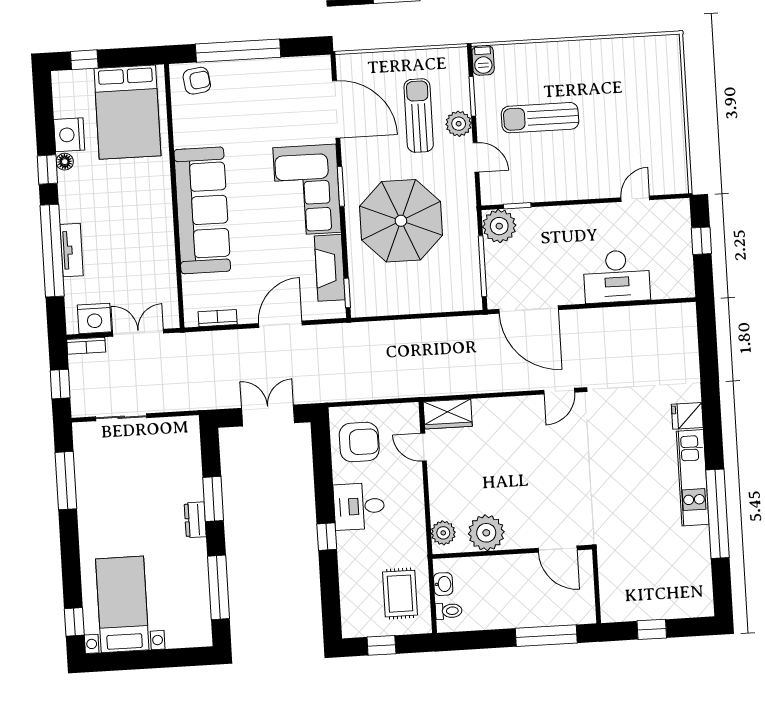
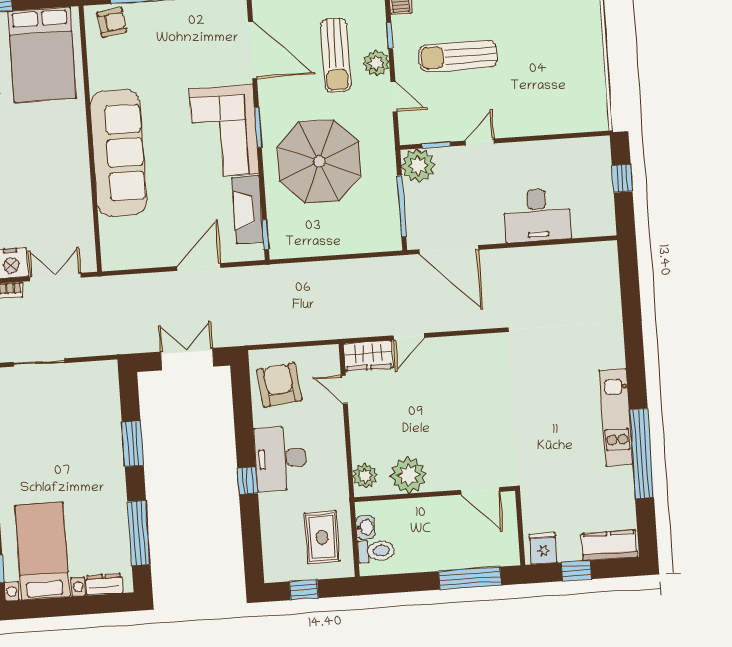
window: (472, 96) -> (390, 35), width x0.67
sun lounger: (419, 116) -> (336, 55), turned 180
door: (635, 199) -> (480, 142), moved
bookcase: (218, 318) -> (135, 261), removed
door: (559, 391) -> (409, 337), moved
fridge: (687, 416) -> (543, 548), moved, turned 90
armchair: (359, 442) -> (279, 385), turned -97
desk: (359, 506) -> (280, 458), width x1.37
dresser: (195, 520) -> (104, 584), moved, turned 90
kitchen counter: (685, 605) -> (609, 545), added
toilet: (449, 611) -> (376, 551), width x1.37, depth x1.39

